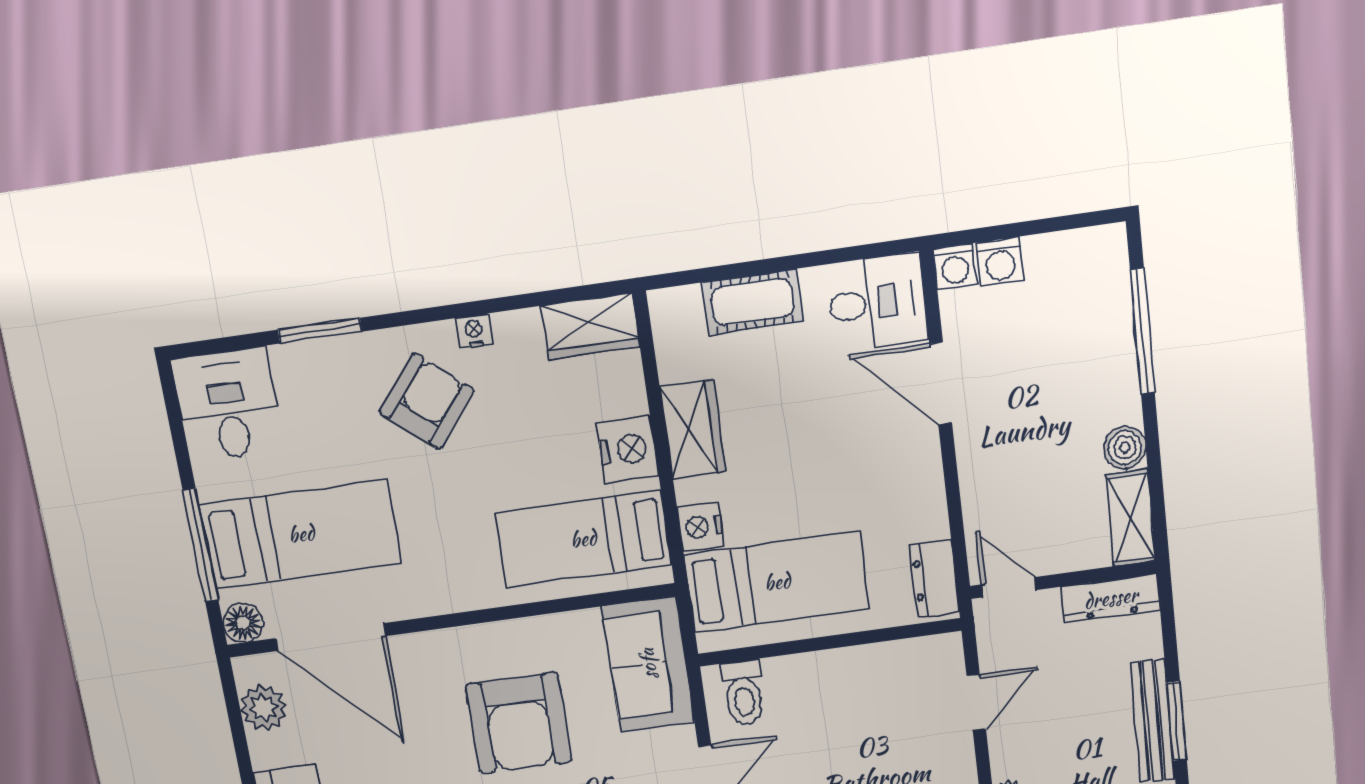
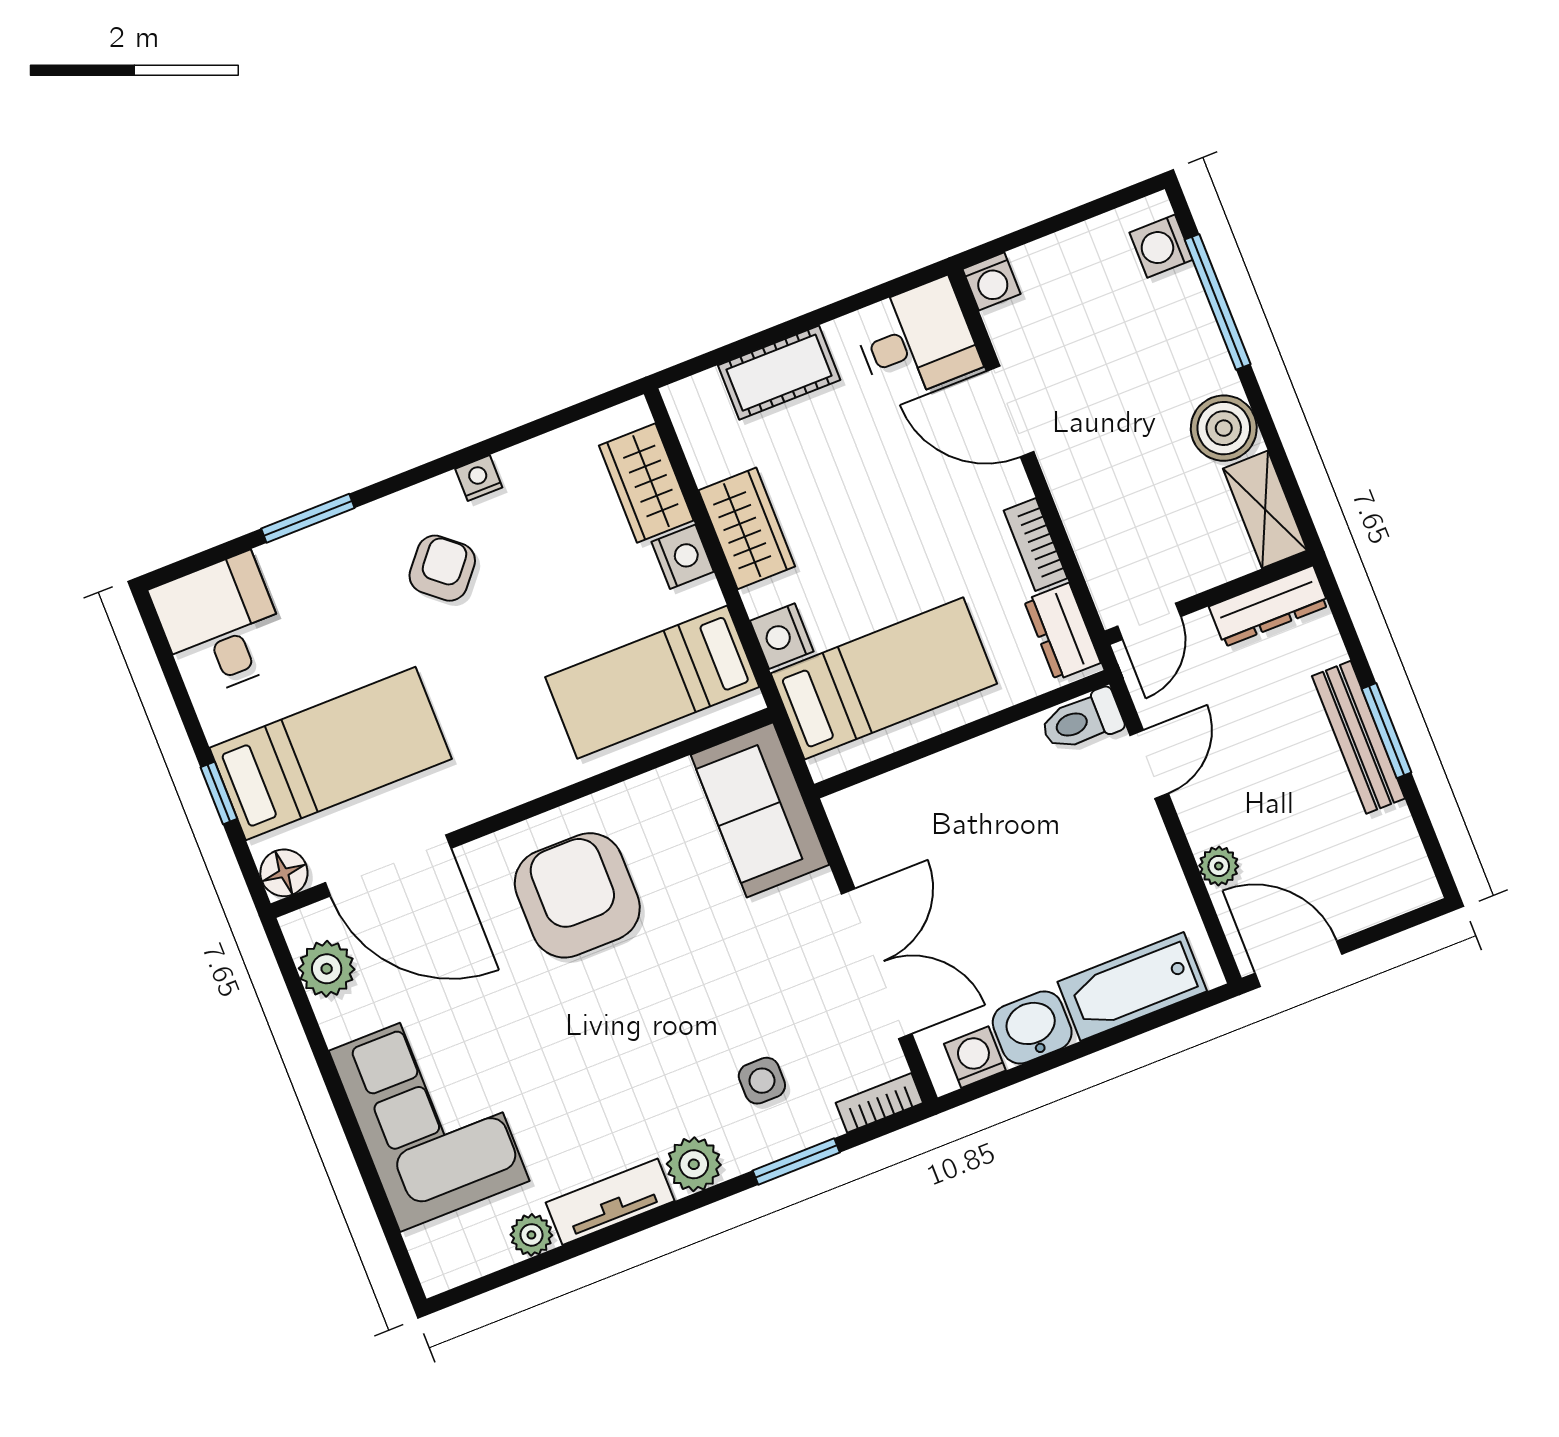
washing machine: (1000, 262) -> (1161, 246), moved, turned 90
wardrobe: (590, 326) -> (646, 483), moved, turned 90
armchair: (427, 401) -> (442, 568), width x0.72, depth x0.72
boiler: (1125, 448) -> (1224, 428), width x1.36, depth x1.36
nightstand: (628, 449) -> (683, 557), width x0.74, depth x0.75
bookcase: (932, 501) -> (1036, 544), added
window: (200, 545) -> (219, 793), width x0.46
door: (1009, 587) -> (1149, 621), swing flipped
toilet: (743, 693) -> (1082, 721), moved, turned 90
armchair: (519, 723) -> (577, 895), moved, turned 180

